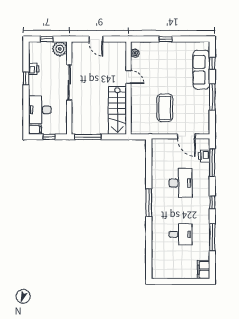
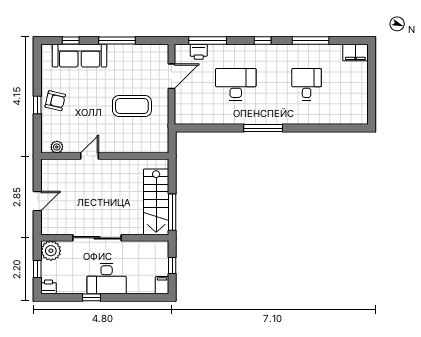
armchair: (169, 52) -> (55, 101), added
printer: (34, 69) -> (49, 287), moved
desk: (40, 110) -> (107, 278), moved
stairs: (117, 110) -> (156, 202), moved, turned 90

